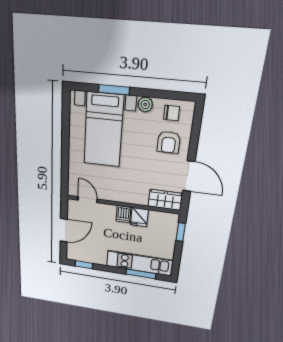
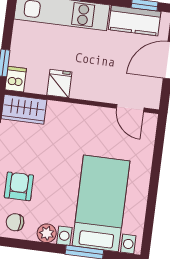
dishwasher: (123, 214) -> (16, 79), moved
kitchen counter: (90, 256) -> (135, 21), added

